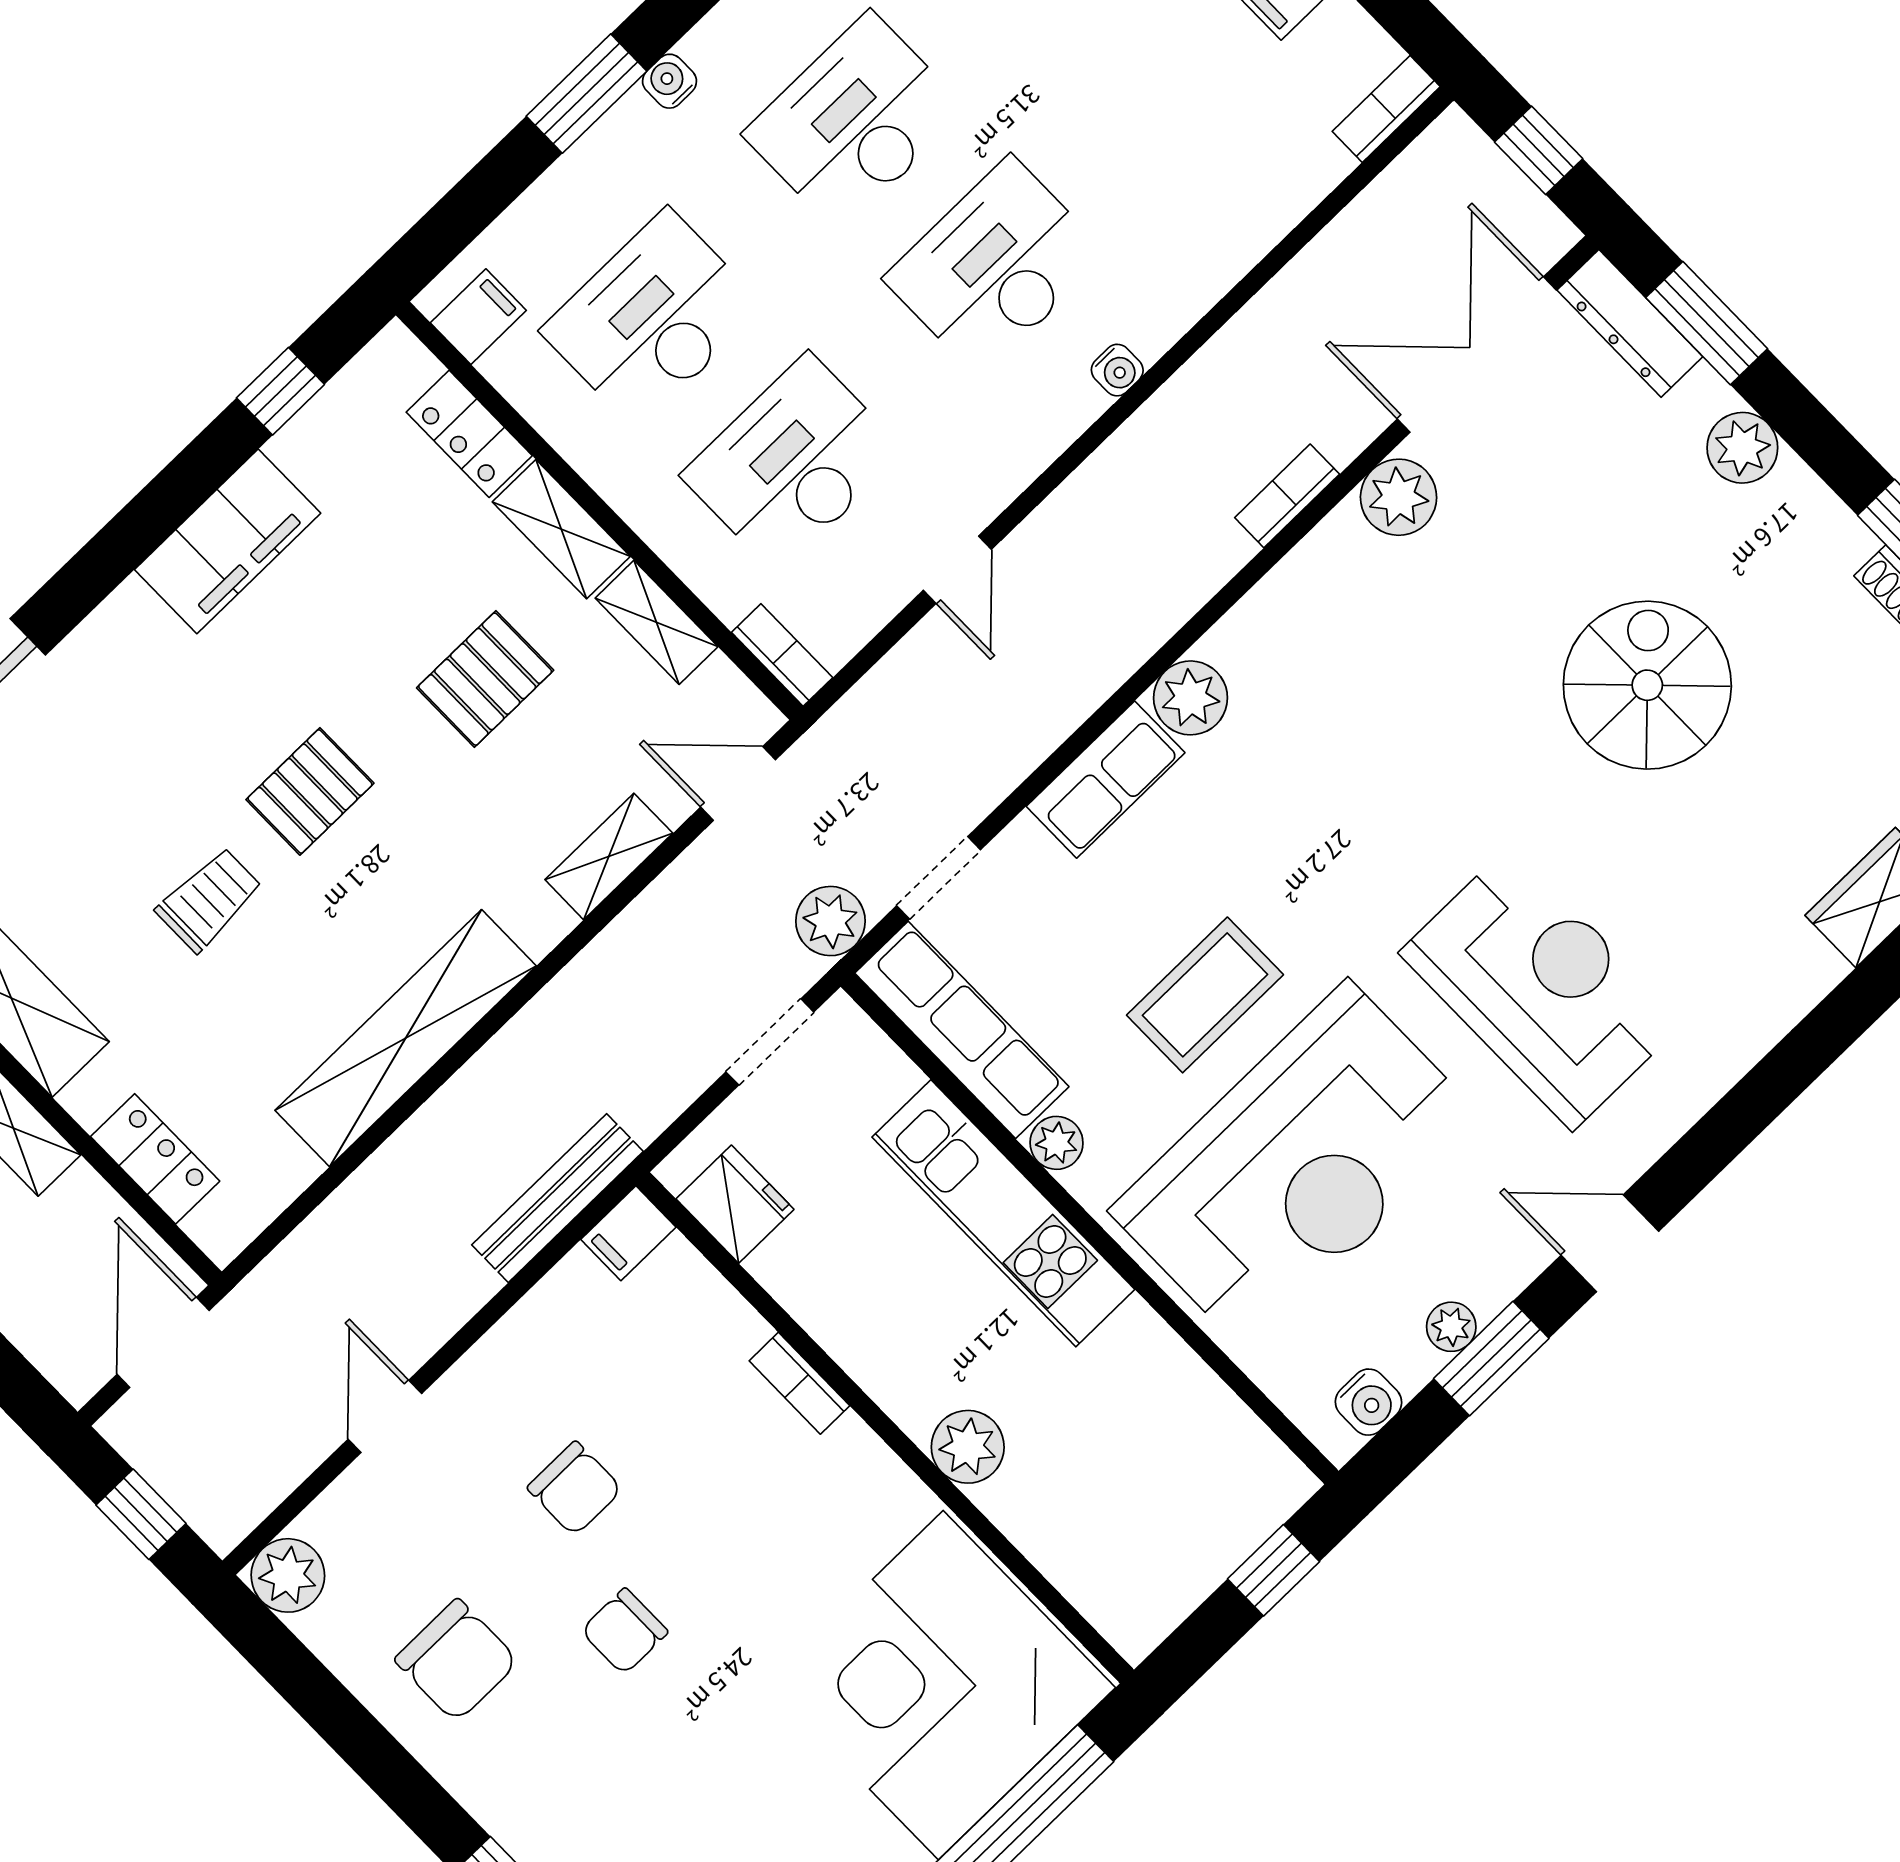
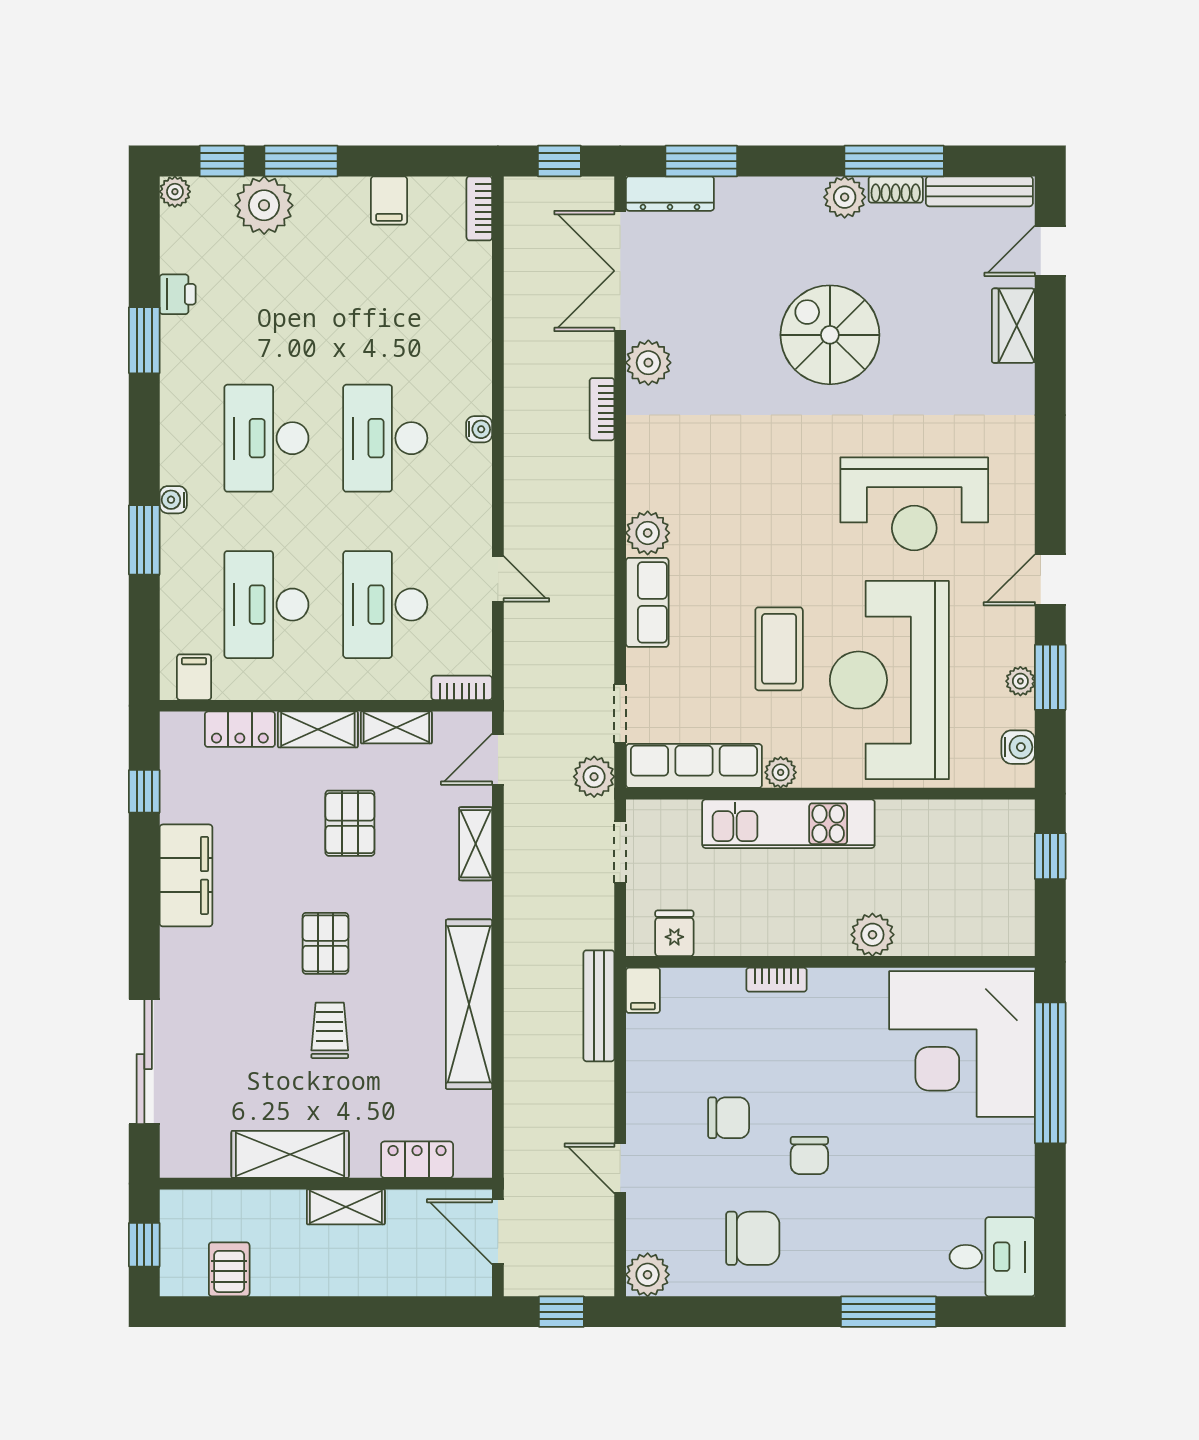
plant: (1742, 448) -> (845, 197), moved
reception desk: (1541, 988) -> (914, 504), turned 180
reception desk: (1298, 1166) -> (889, 680), turned 180
fridge: (735, 1204) -> (674, 933), width x0.72

